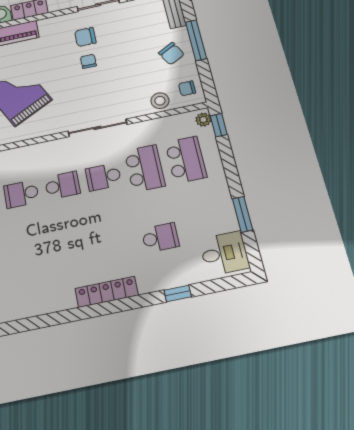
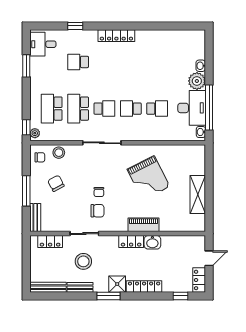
chair: (171, 54) -> (56, 183), moved

